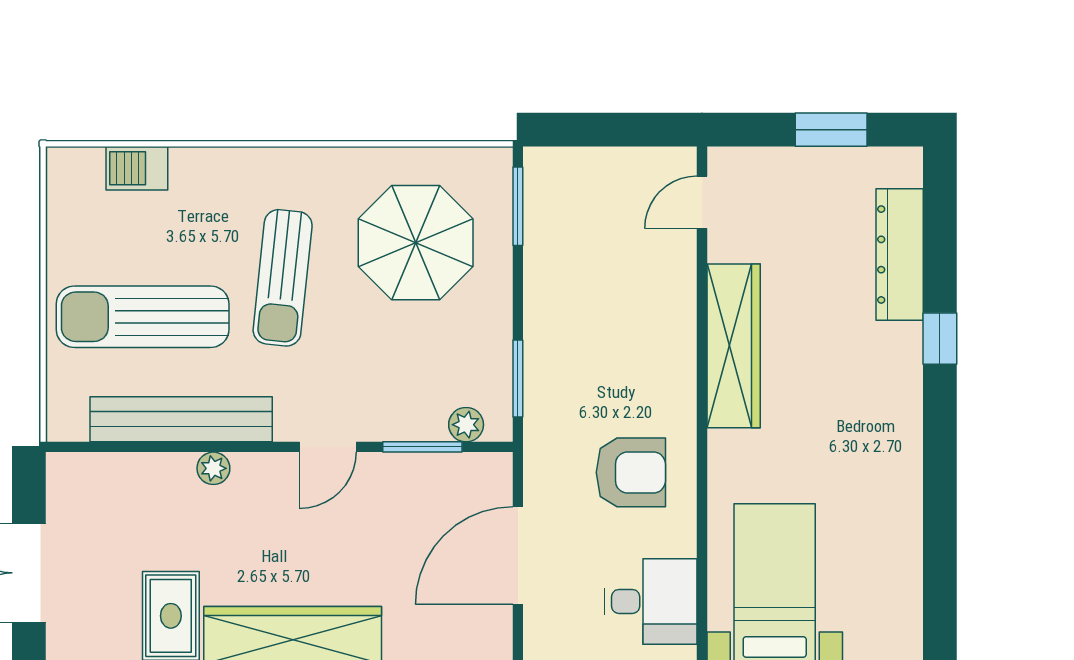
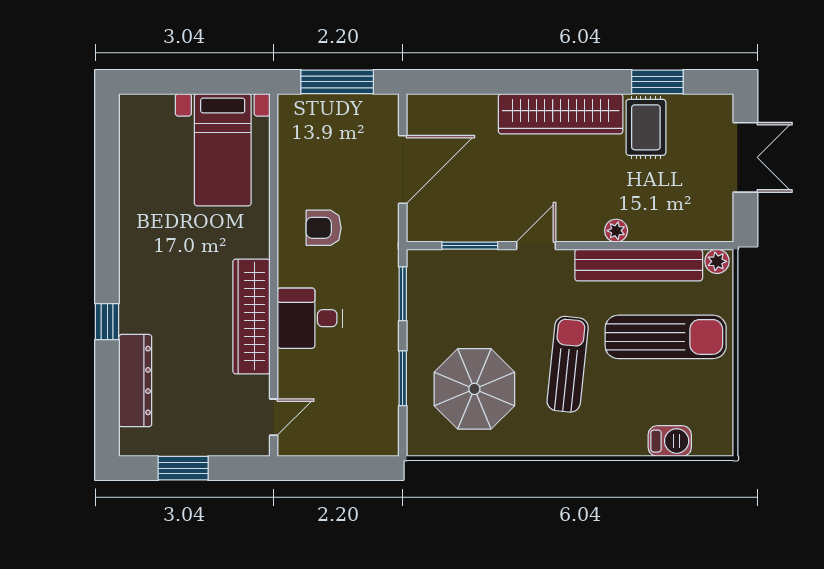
window: (518, 206) -> (403, 378), moved
plant: (466, 425) -> (717, 261), moved
armchair: (631, 472) -> (324, 228), width x0.72, depth x0.72
desk: (651, 601) -> (310, 318), moved

